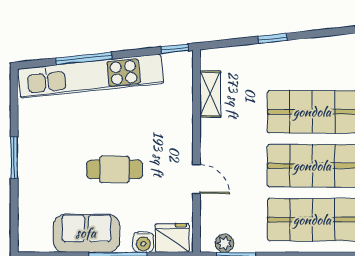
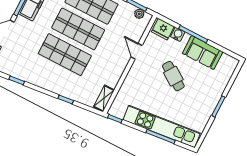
shelving: (210, 94) -> (104, 98), moved
cafe table: (115, 169) -> (173, 76), turned 34

